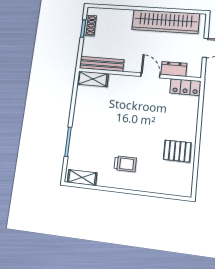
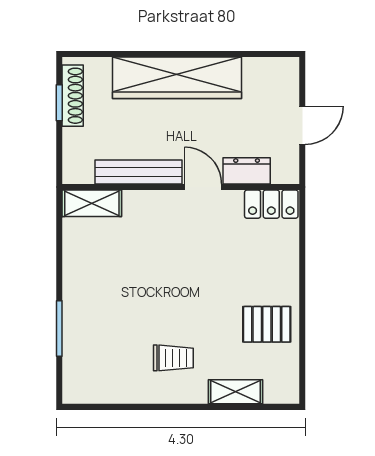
wardrobe: (166, 22) -> (177, 78), moved
shoe rack: (90, 26) -> (73, 96), width x1.43
bench: (102, 64) -> (139, 172), moved
shelving: (82, 178) -> (235, 392), moved

